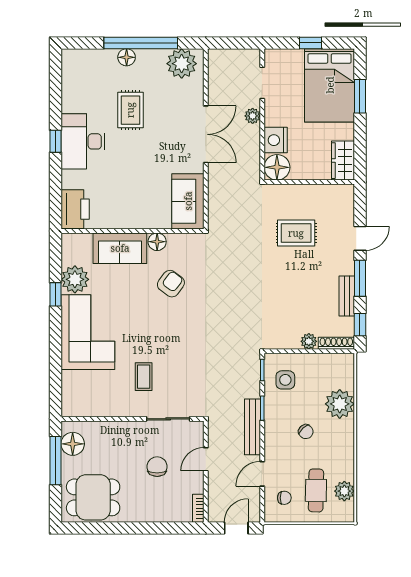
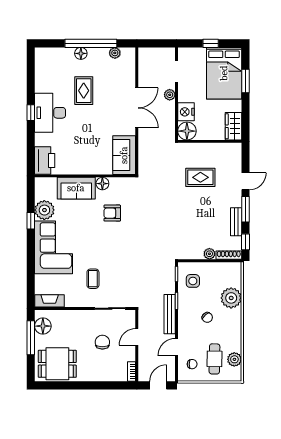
plant: (182, 64) -> (115, 53), width x0.53, depth x0.53
armchair: (171, 284) -> (112, 213), turned -127
fireplace: (82, 408) -> (50, 301), added

